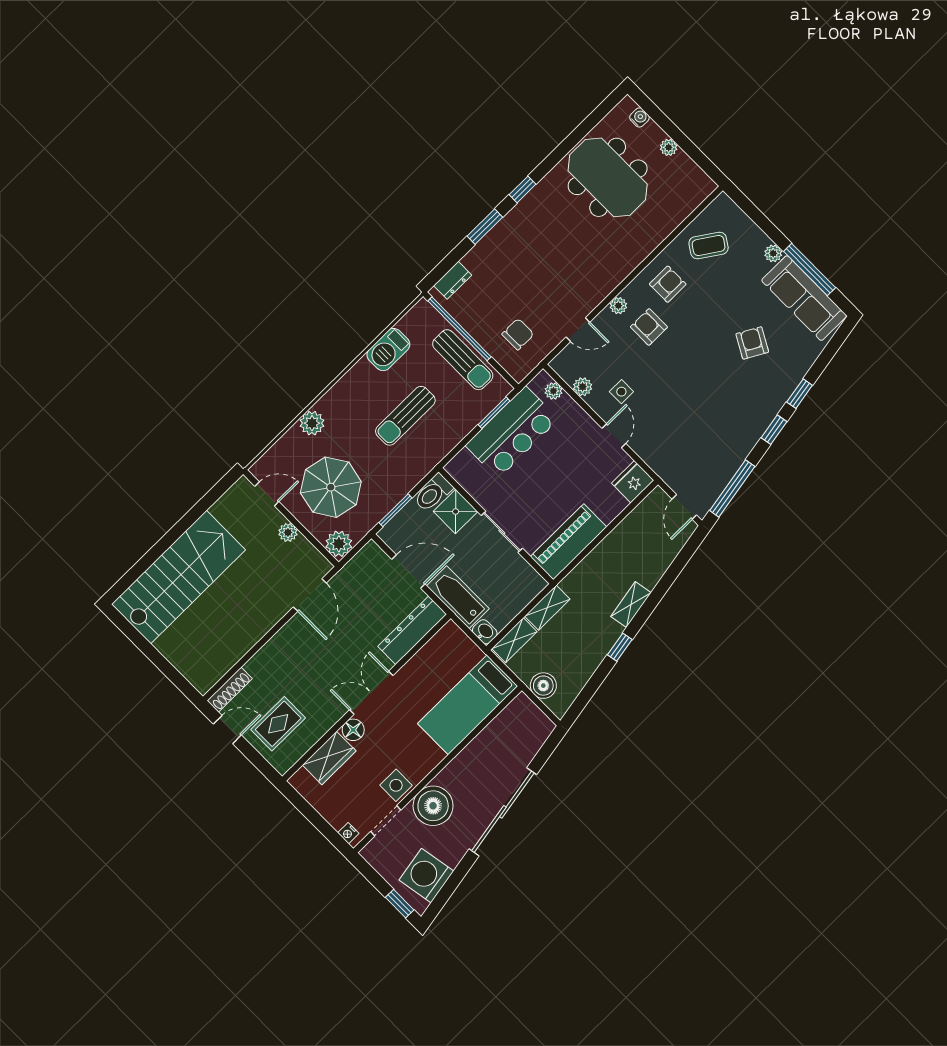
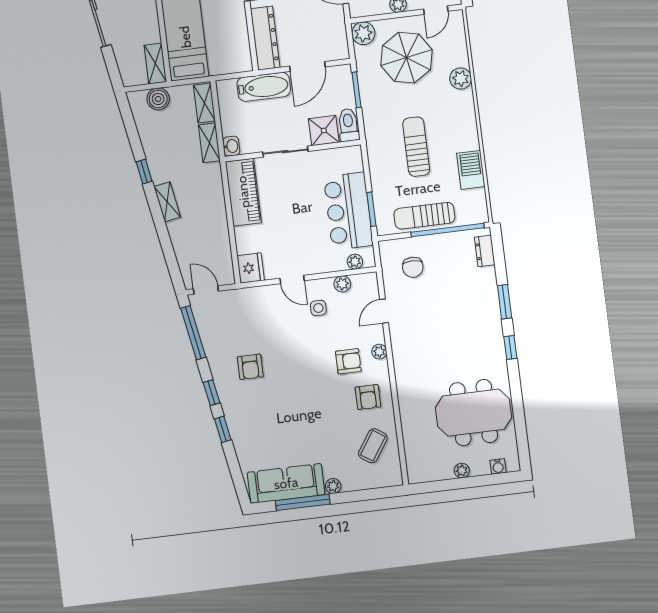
armchair: (752, 343) -> (250, 367), moved, turned 61
washbasin: (485, 632) -> (231, 146), moved, turned -90
shelving: (513, 713) -> (155, 63), added

